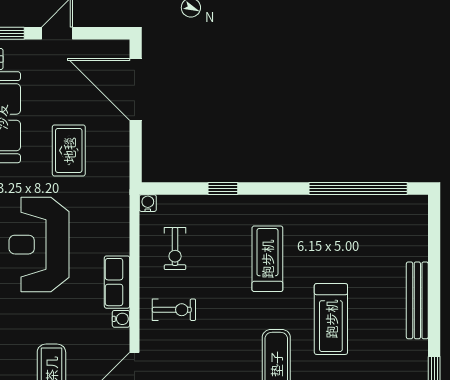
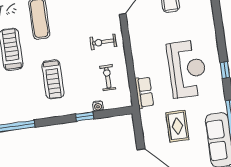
water cooler: (148, 203) -> (98, 106), moved
row of seats: (117, 282) -> (144, 92), moved
water cooler: (121, 319) -> (133, 32), removed

